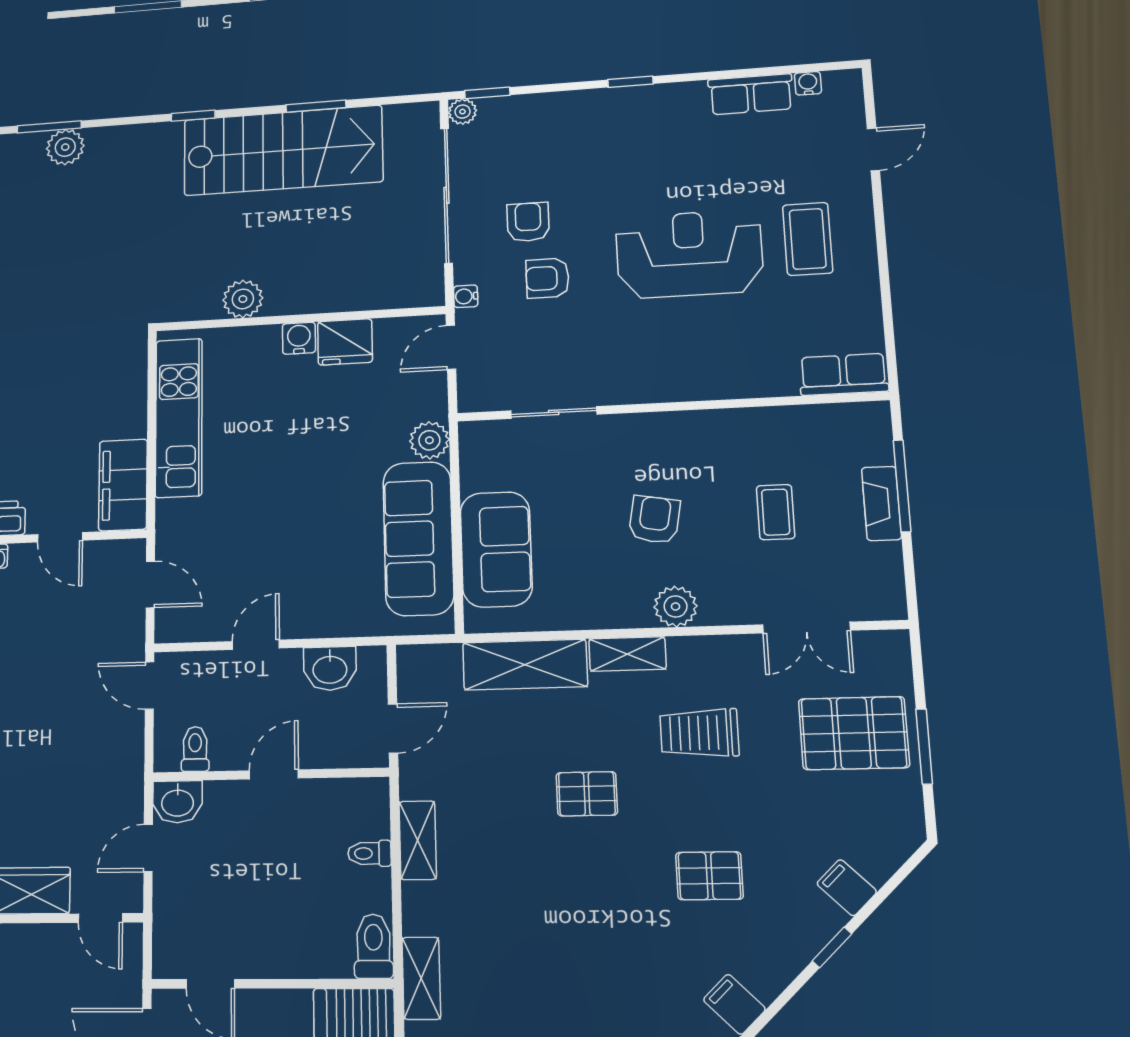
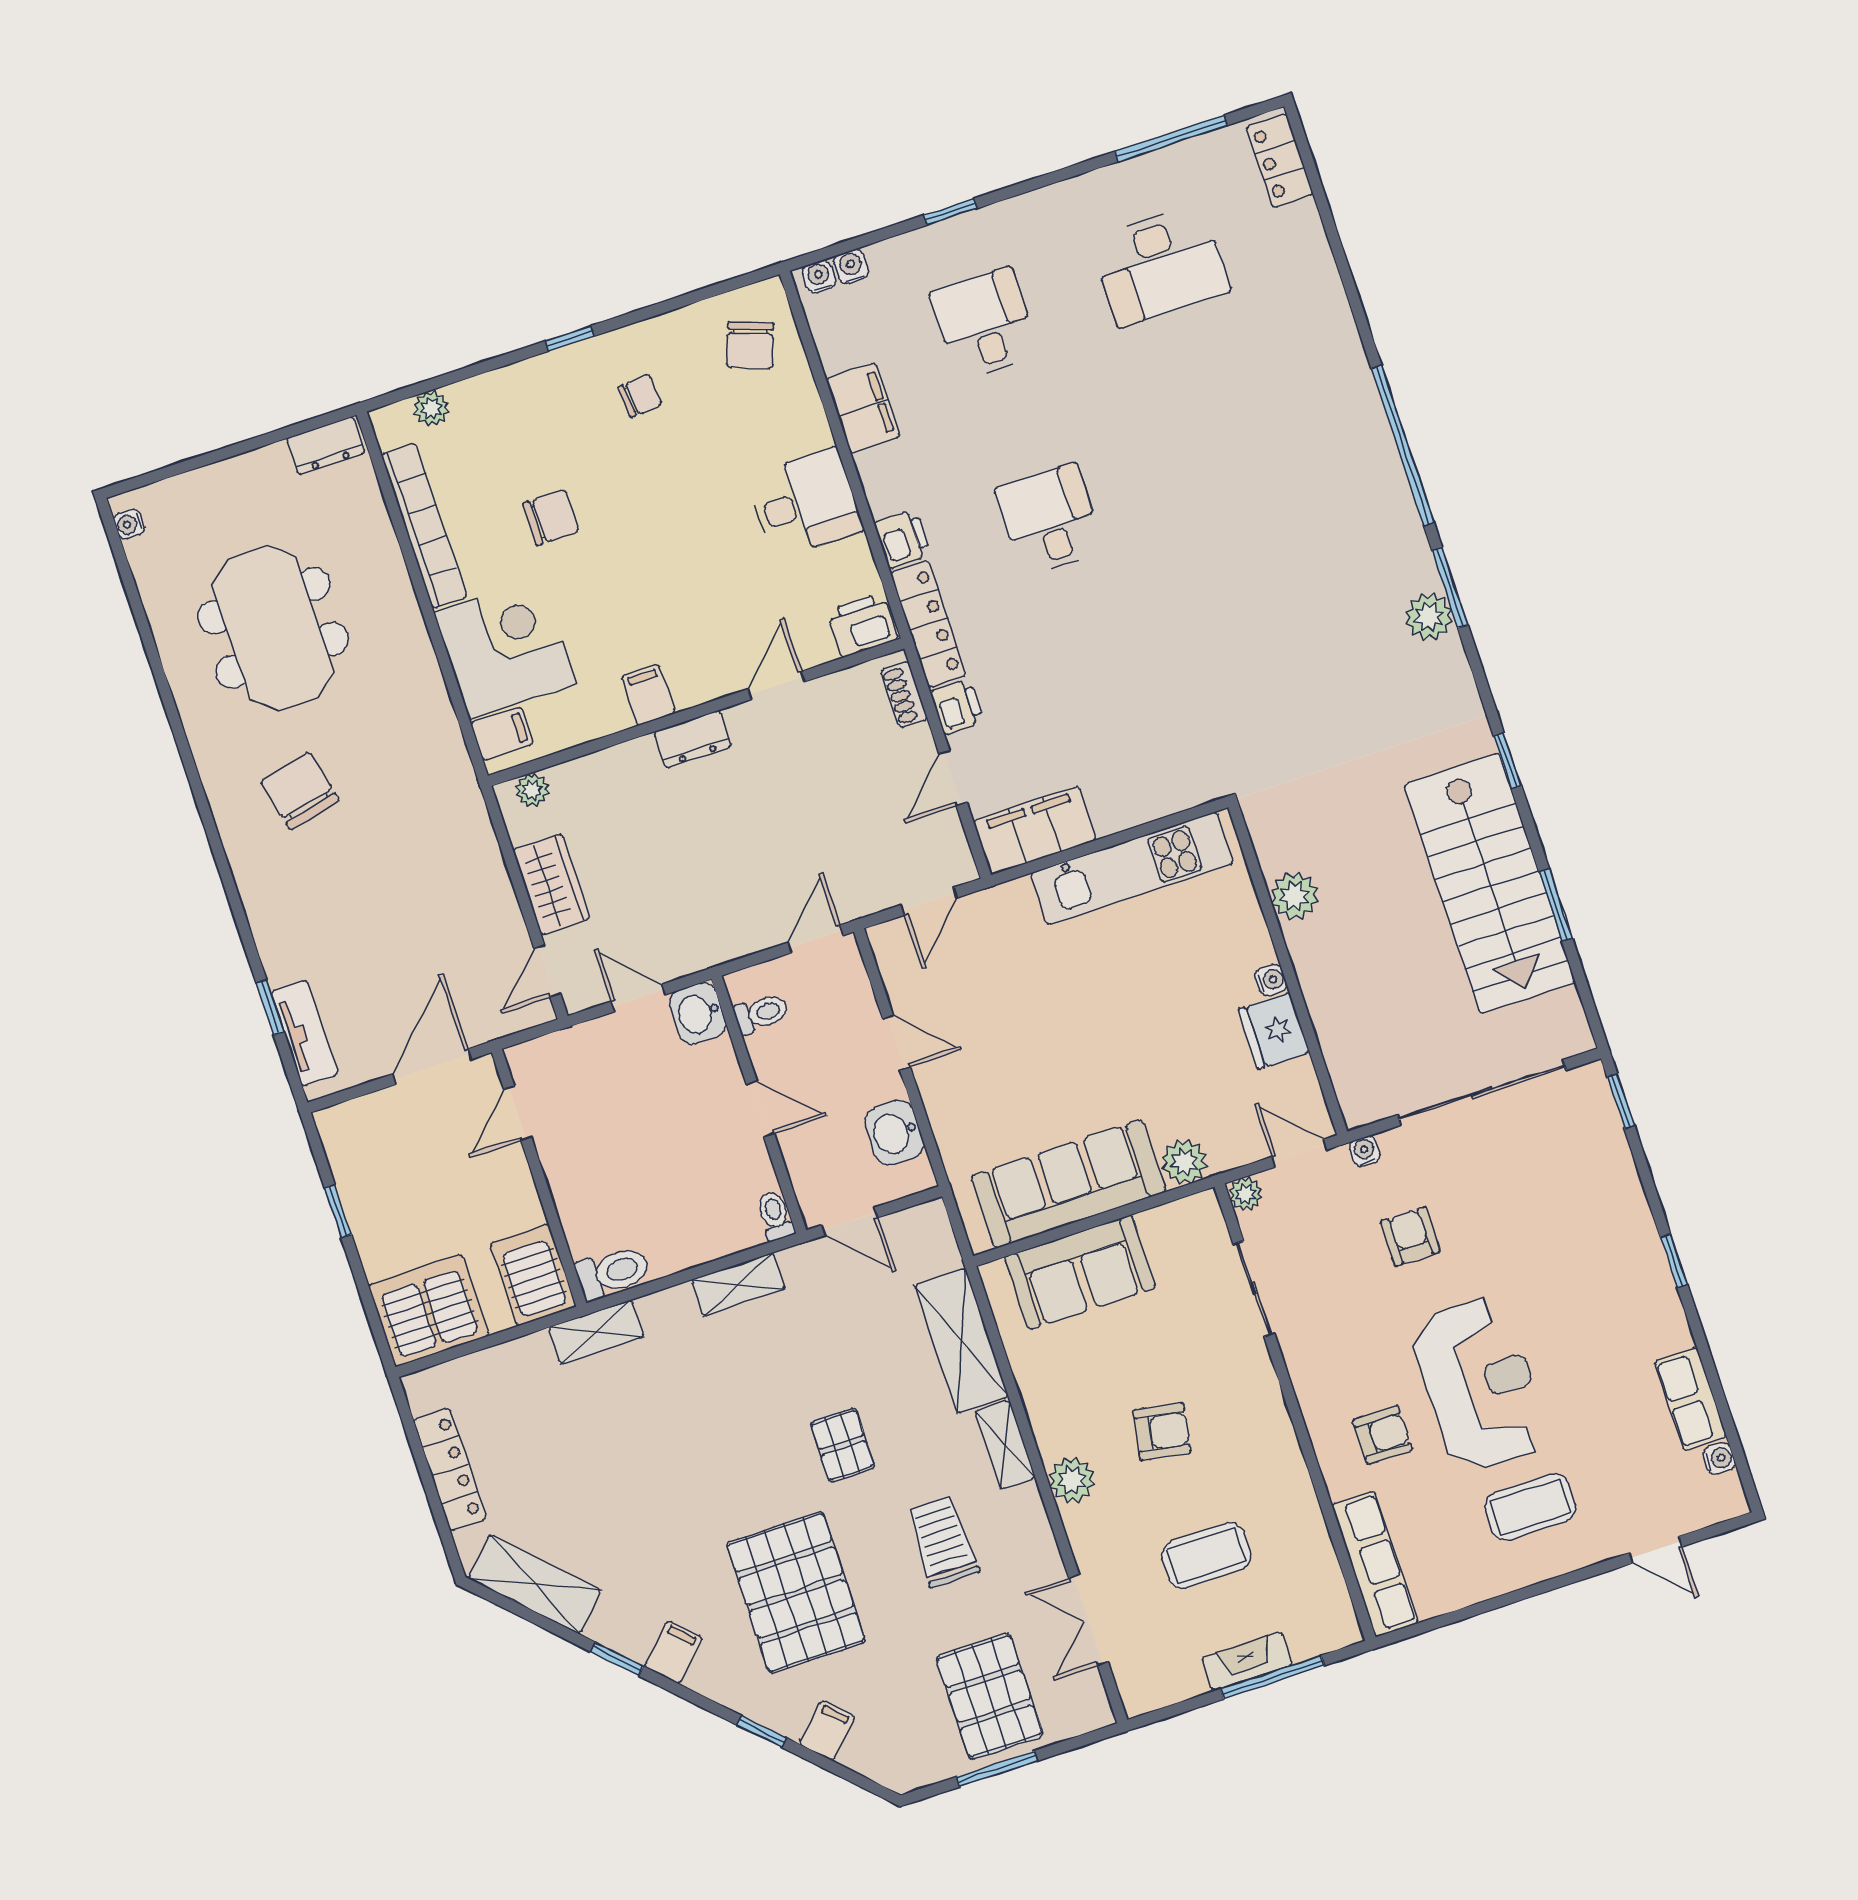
plant: (462, 112) -> (1246, 1194), moved
armchair: (528, 222) -> (1383, 1435), moved
water cooler: (299, 338) -> (1271, 980), width x0.72, depth x0.72
row of seats: (843, 374) -> (1375, 1564), width x1.48
coffee table: (776, 512) -> (1206, 1555), width x1.36, depth x1.30
toilet: (369, 853) -> (775, 1216), moved
pallet: (709, 876) -> (796, 1592), width x2.05, depth x2.00

